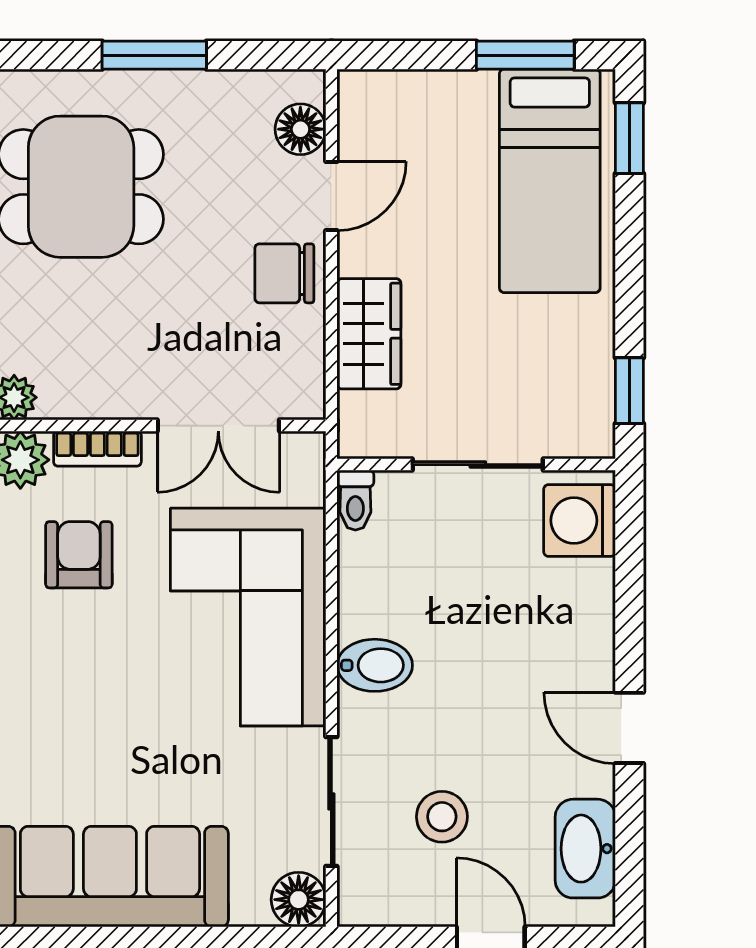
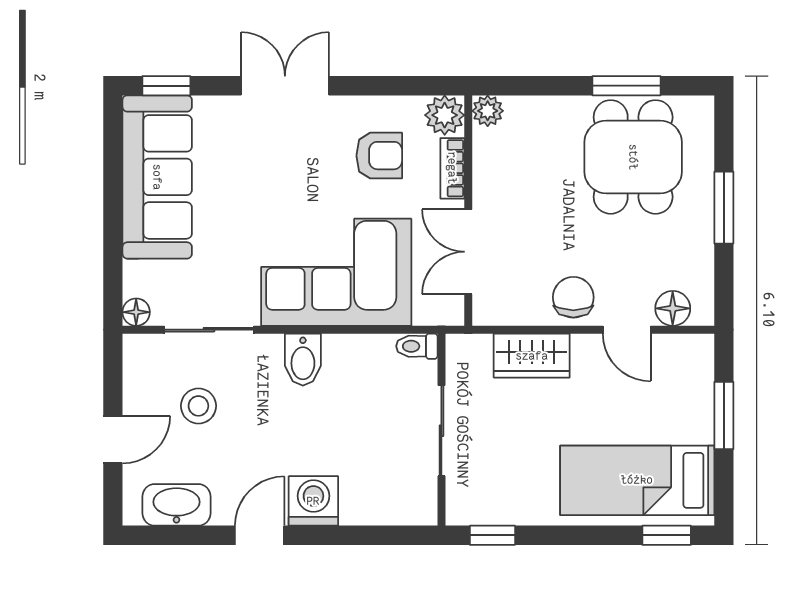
window: (525, 55) -> (724, 416), moved
washing machine: (580, 521) -> (313, 501), moved
floor lamp: (299, 900) -> (136, 312), width x0.73, depth x0.73

